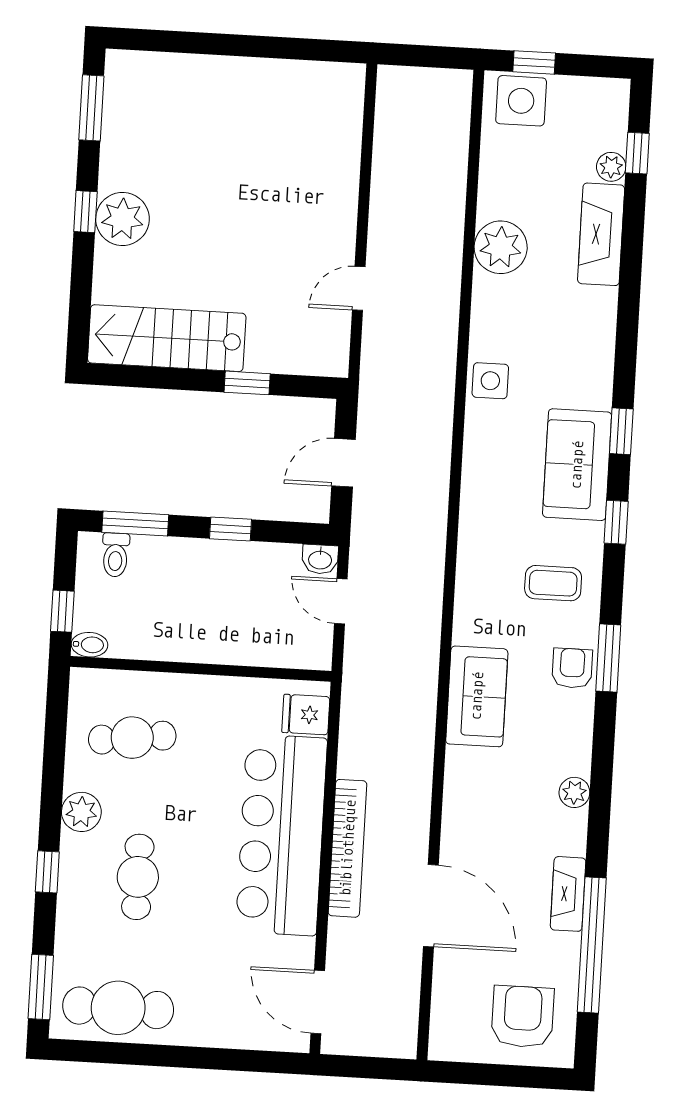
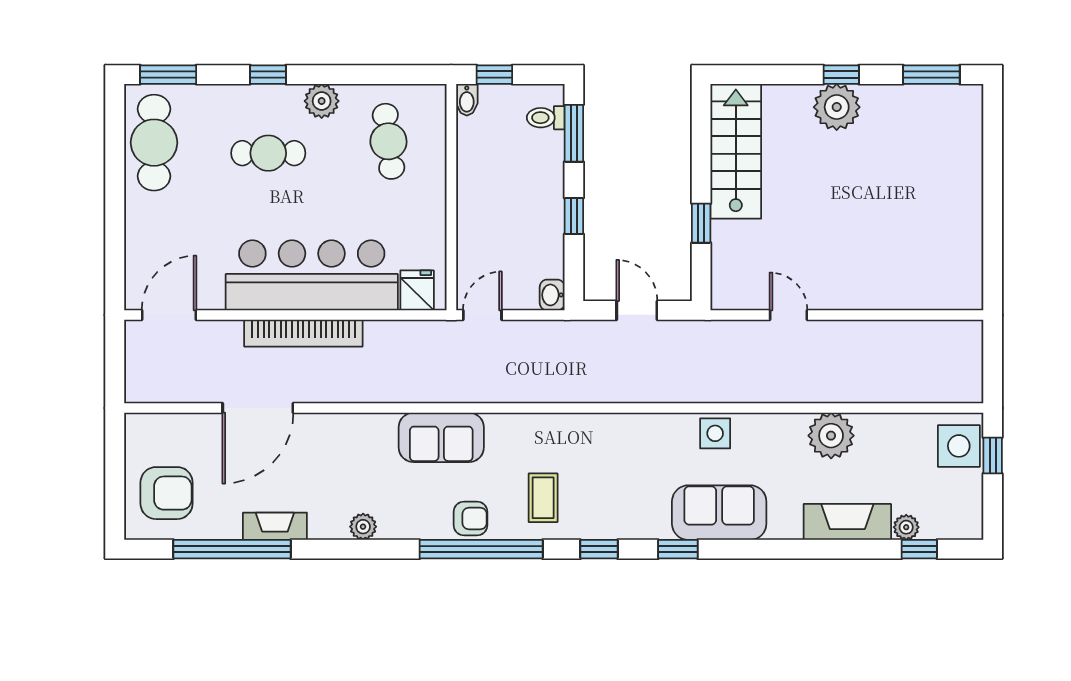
sofa: (577, 465) -> (719, 513), moved
door: (341, 601) -> (482, 315), moved
window: (608, 658) -> (481, 549), width x2.11

